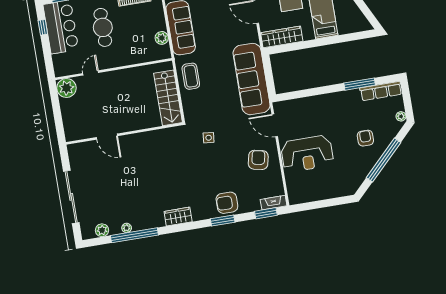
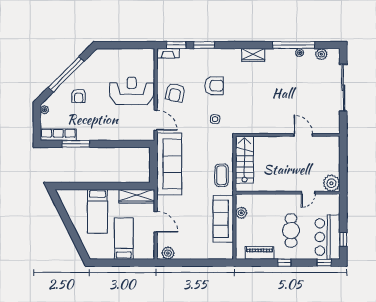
armchair: (227, 203) -> (214, 86), moved
window: (223, 221) -> (204, 45), moved

